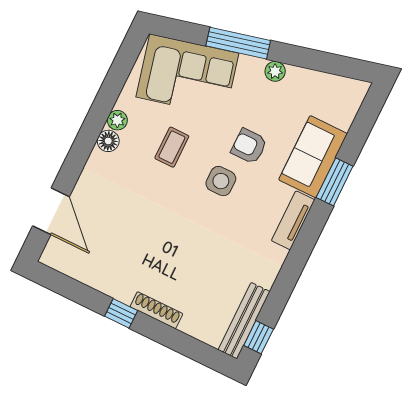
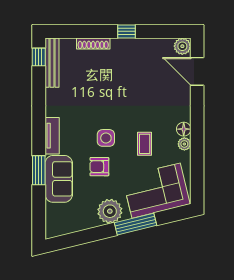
plant: (275, 71) -> (110, 211), width x1.87, depth x1.87
armchair: (249, 146) -> (99, 167), turned 180
plant: (54, 256) -> (182, 46), added
shoe rack: (156, 310) -> (93, 43), moved

